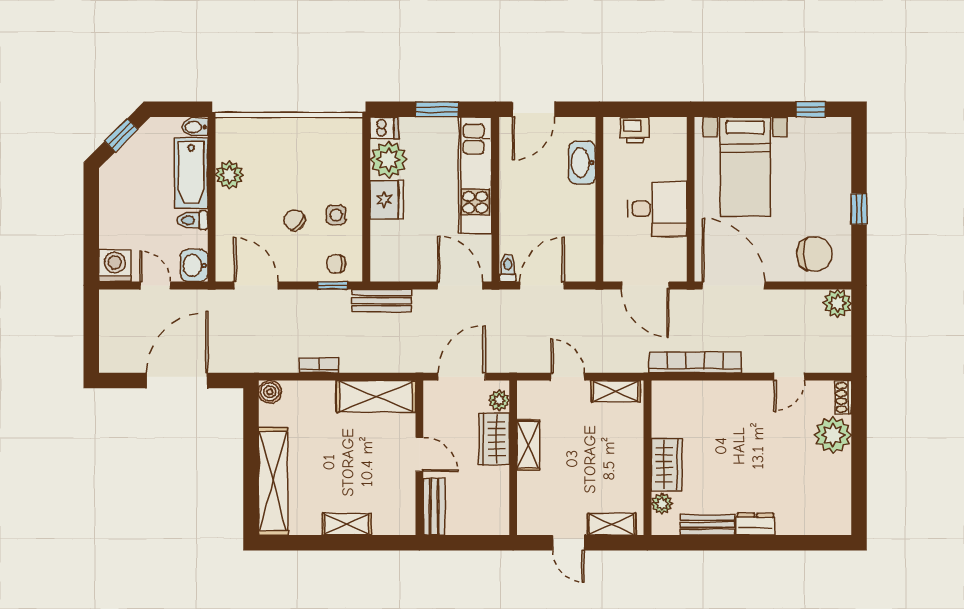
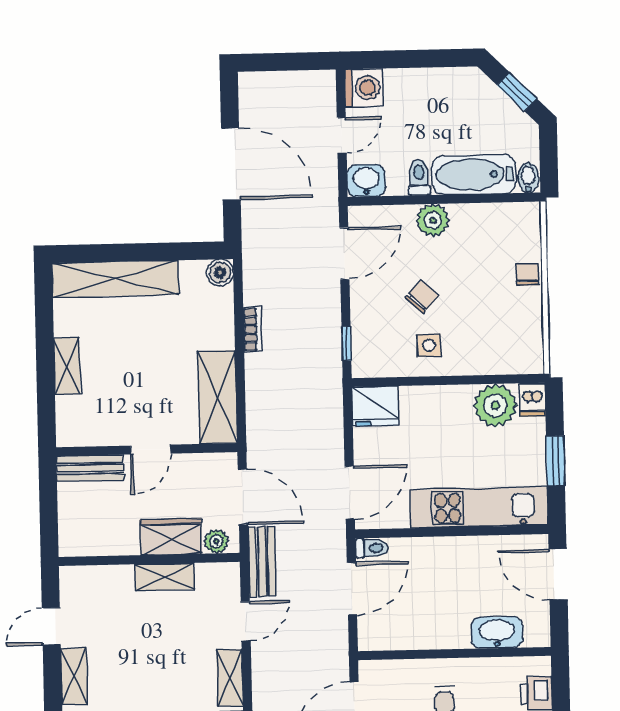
plant: (229, 175) -> (433, 220), moved
fridge: (387, 200) -> (375, 406), moved
chair: (336, 264) -> (528, 274), moved
door: (542, 285) -> (352, 589), hinge flipped
bench: (381, 301) -> (262, 562), moved

